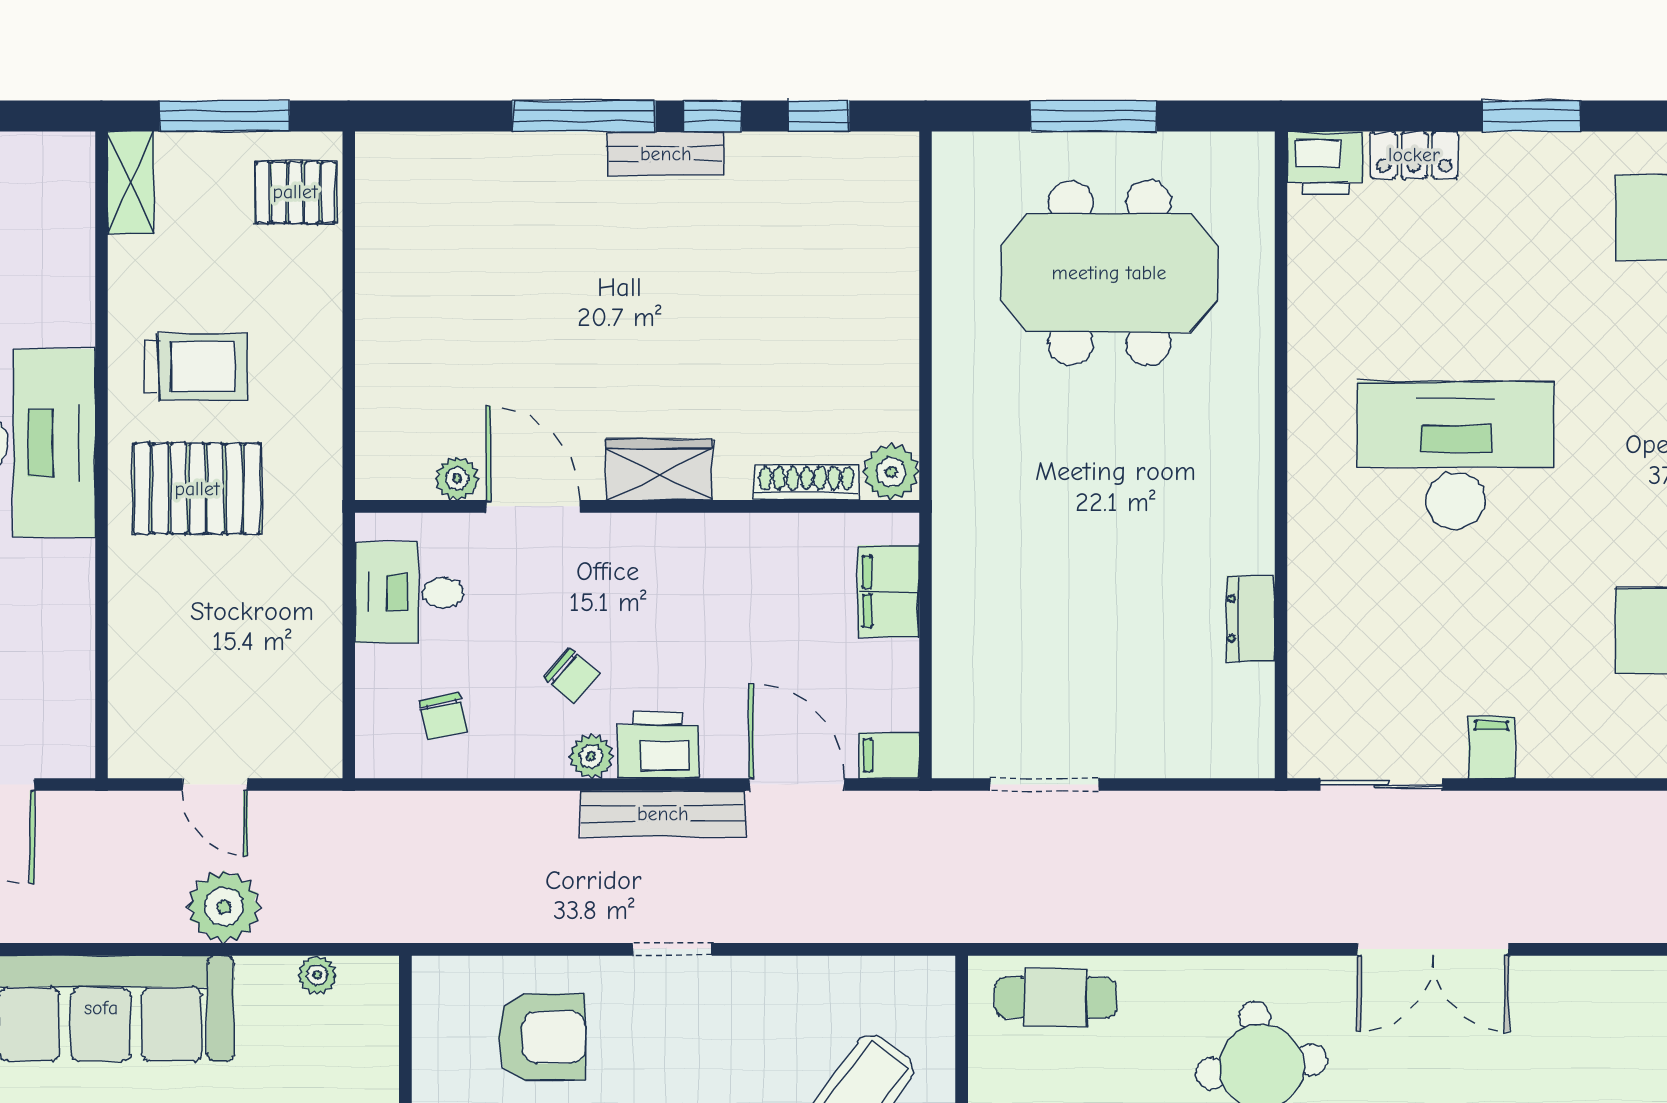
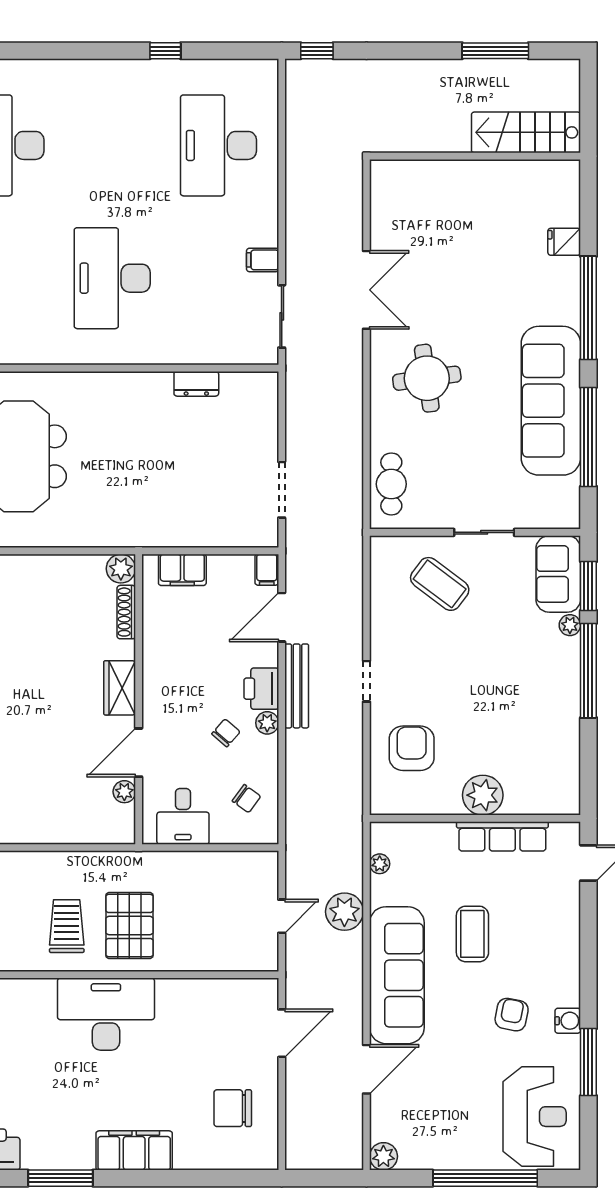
chair: (444, 716) -> (246, 799), turned 49

